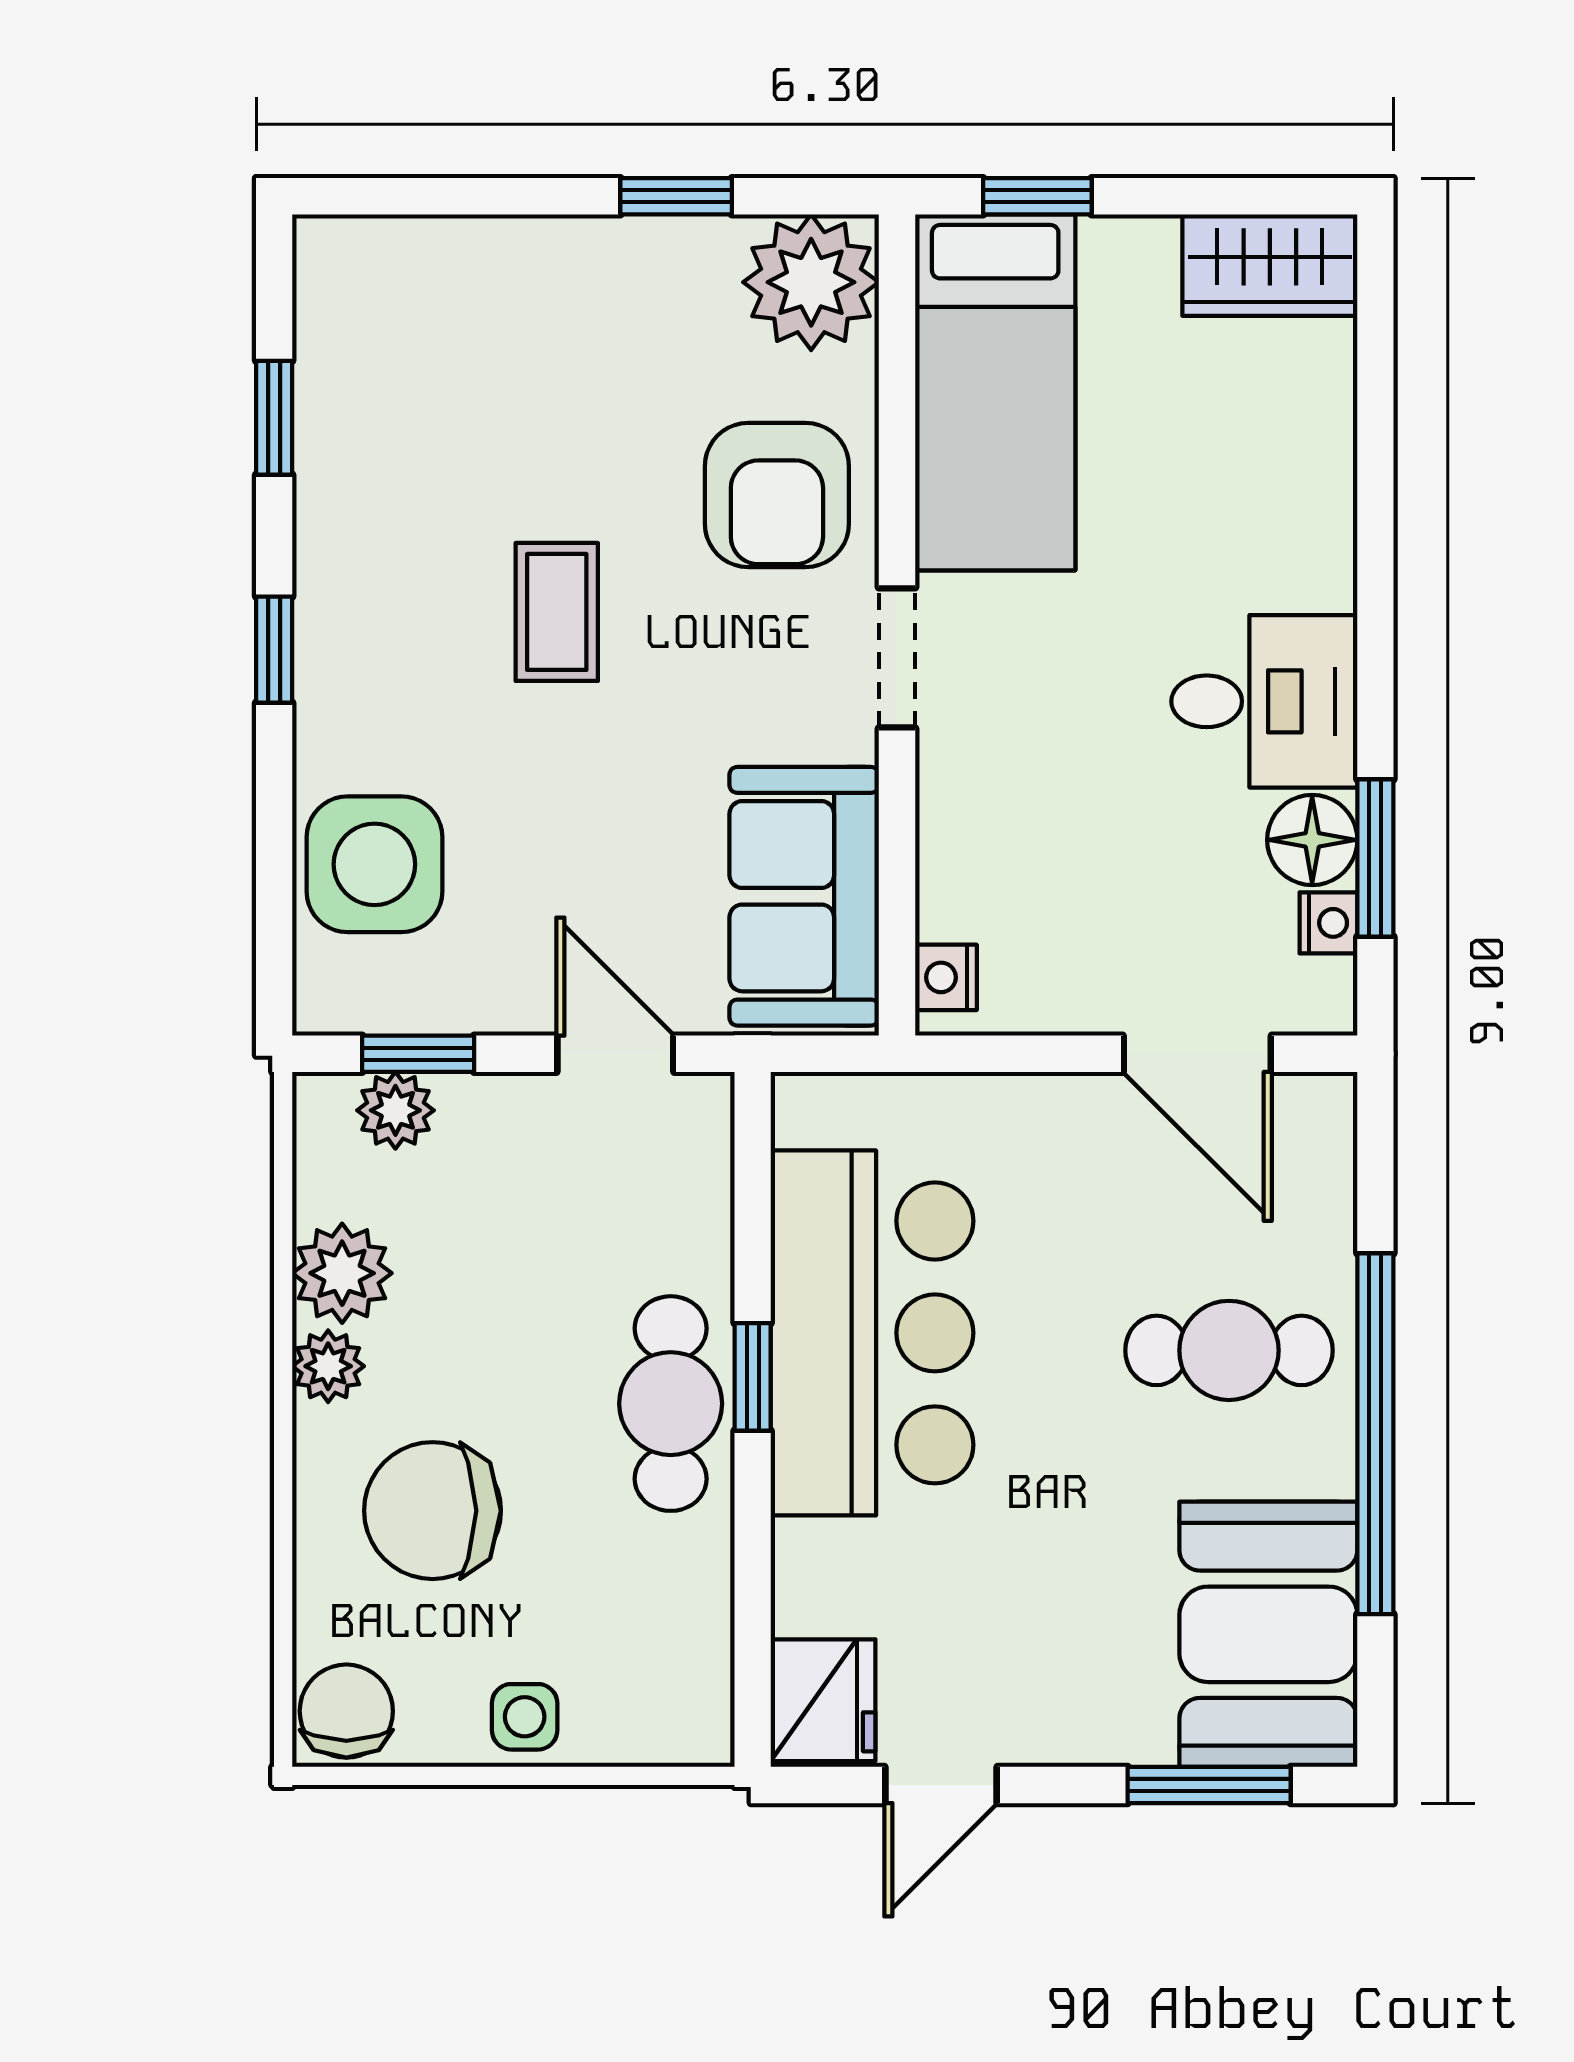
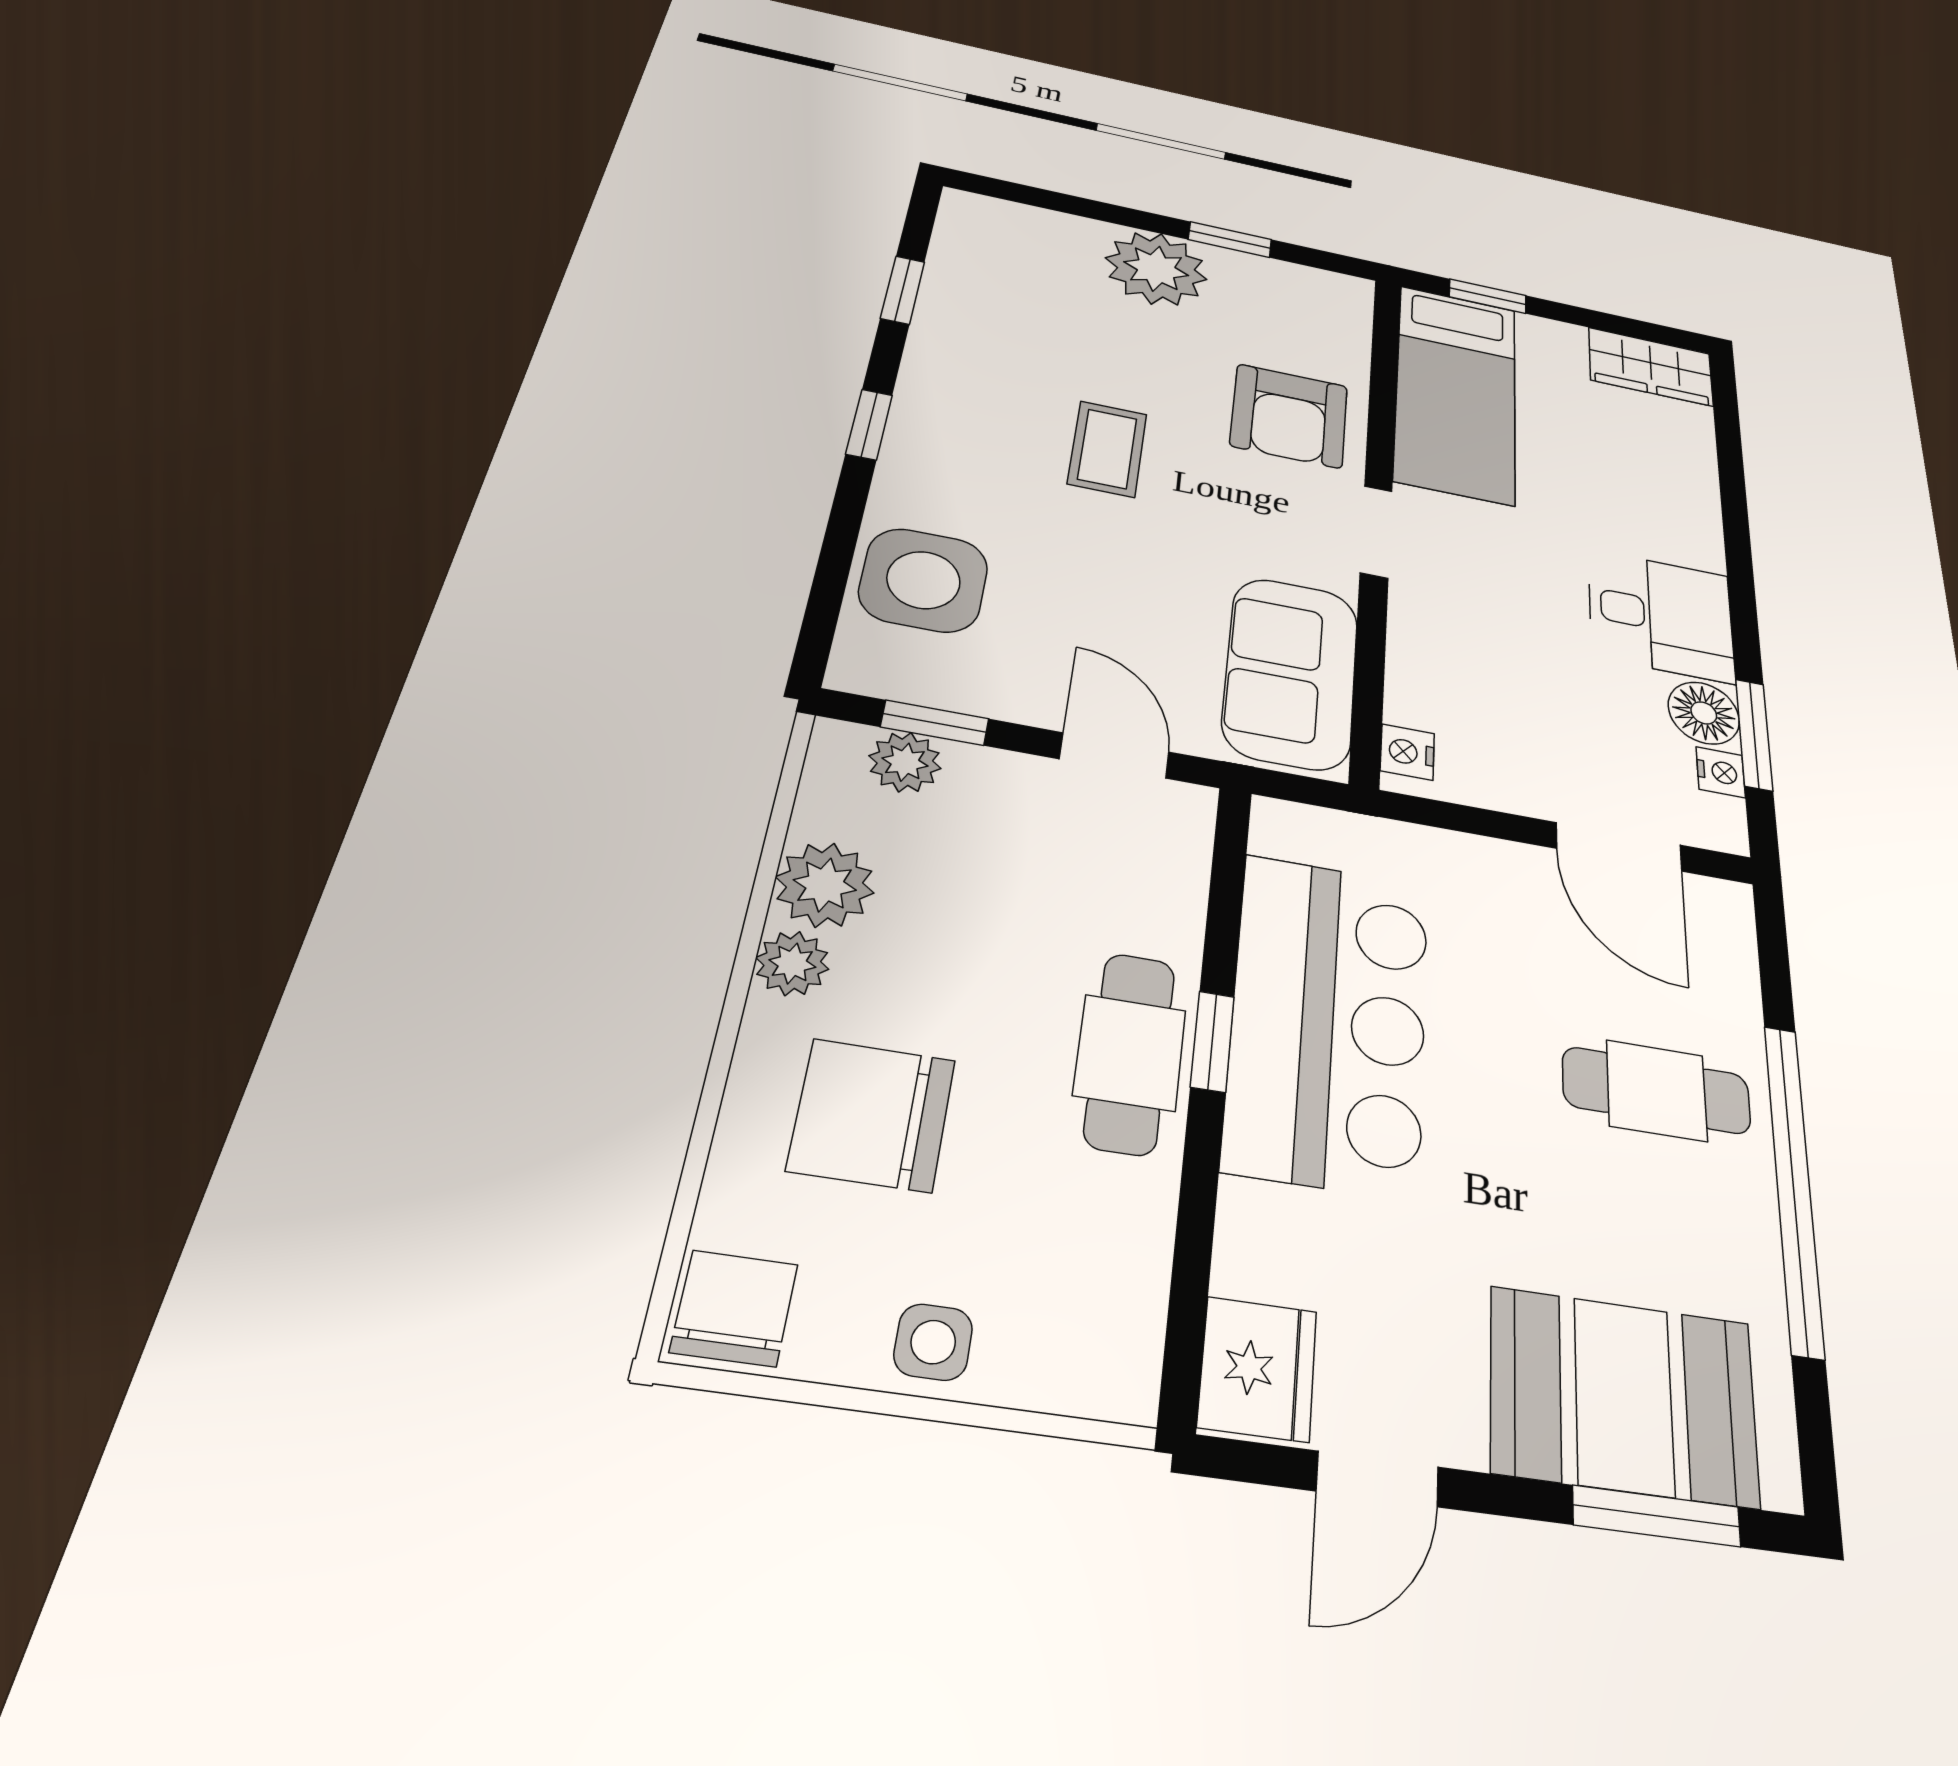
plant: (811, 282) -> (1156, 269), moved
booth: (1268, 1634) -> (1624, 1396), moved, turned 90

